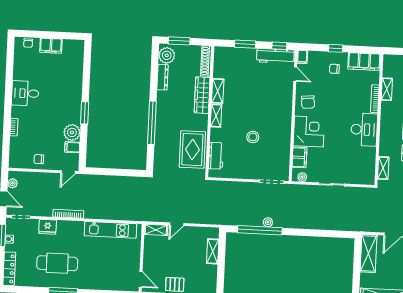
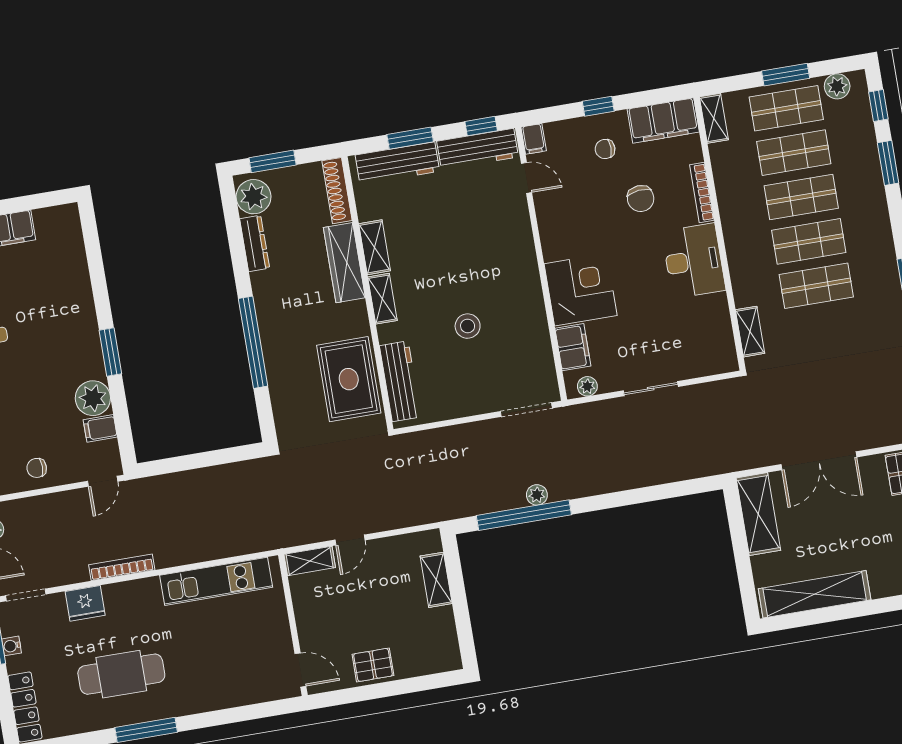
workbench: (237, 54) -> (397, 163), added
shelving: (387, 89) -> (714, 118), moved
chair: (308, 102) -> (641, 199), moved
workbench: (216, 156) -> (400, 381), width x1.37

